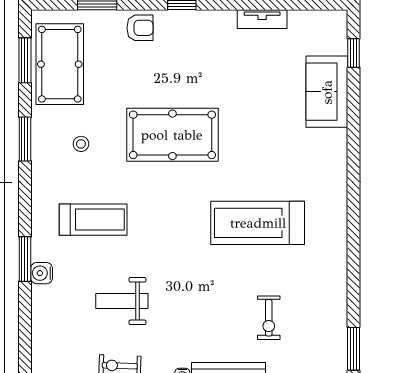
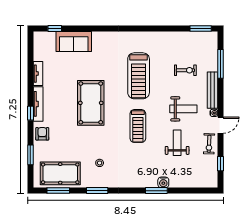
tv unit: (200, 19) -> (38, 104), added
pool table: (172, 135) -> (91, 103), moved
treadmill: (93, 220) -> (138, 126), moved, turned 180
weight bench: (122, 301) -> (177, 143), turned 180
weight bench: (190, 314) -> (183, 109), added

